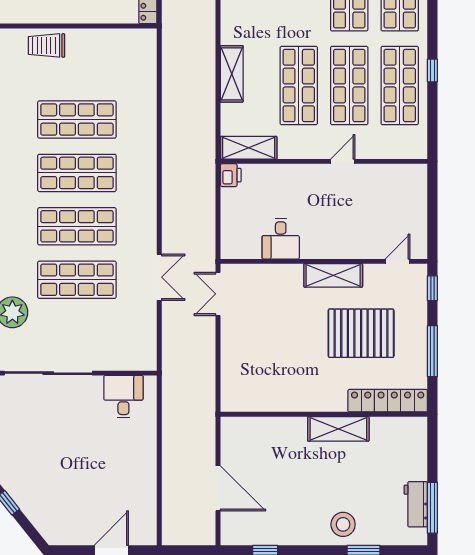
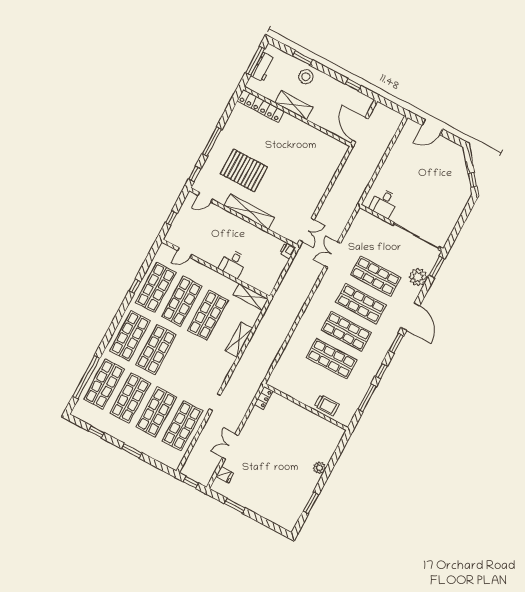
door: (343, 161) -> (185, 252), moved
printer: (231, 175) -> (288, 250), moved
window: (432, 203) -> (171, 218), added
desk: (281, 239) -> (233, 263), moved, turned 180
shelving: (333, 275) -> (249, 212), width x1.47
locker: (388, 401) -> (261, 106), moved
wall: (324, 414) -> (297, 116), moved
shelving: (338, 429) -> (294, 105), moved

